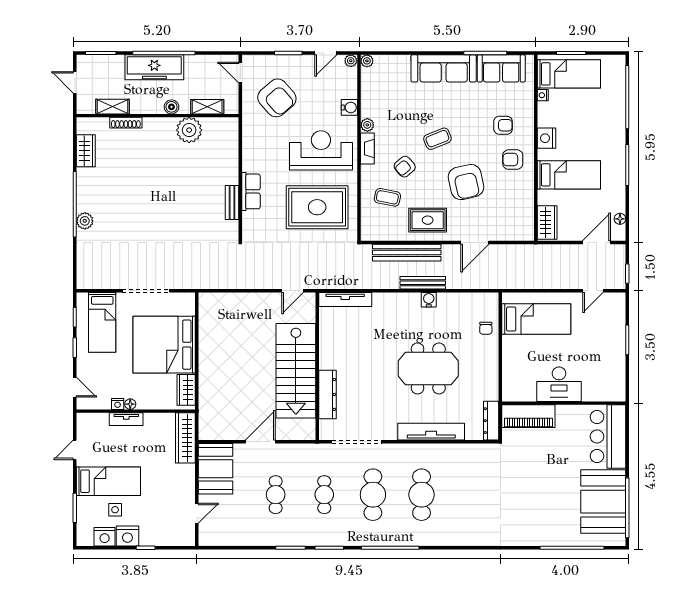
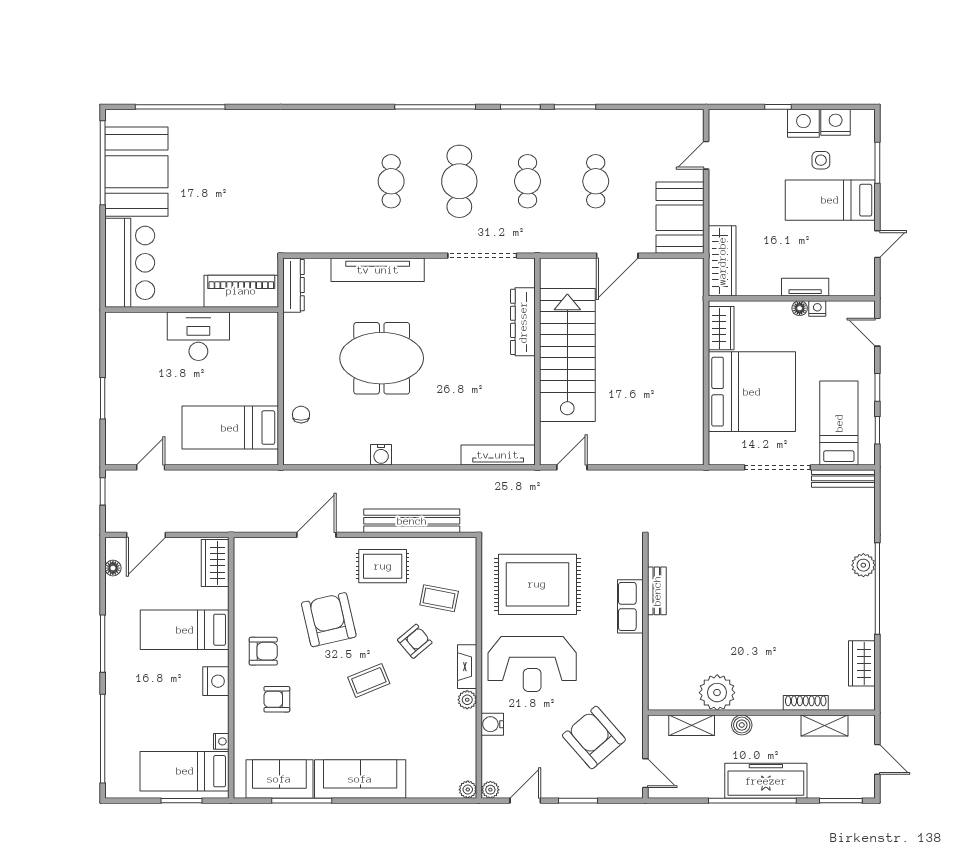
bench: (423, 283) -> (843, 478), moved
cafe table: (422, 495) -> (391, 181), width x0.73, depth x0.74

